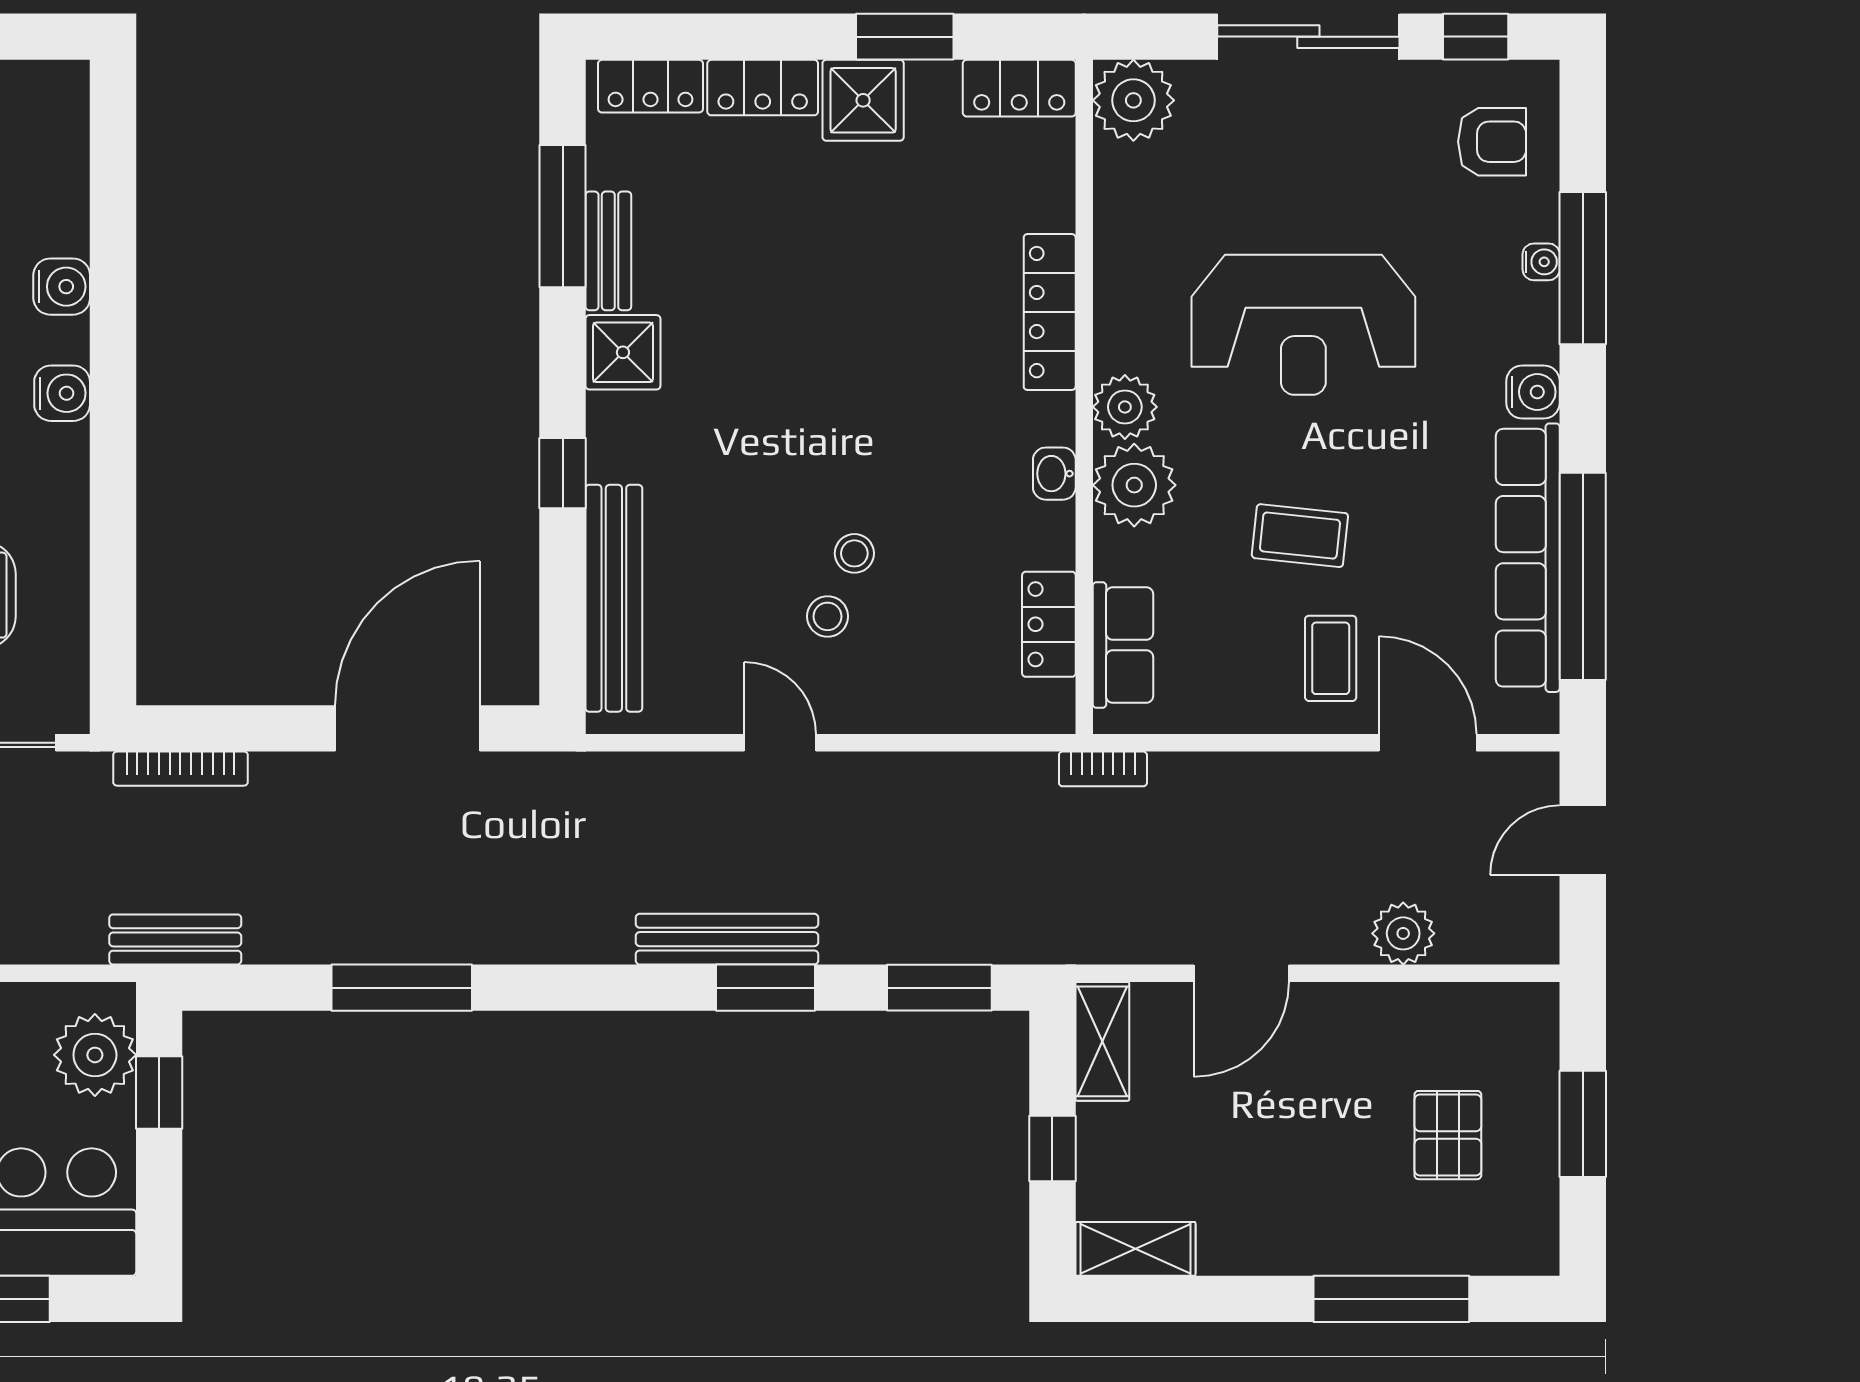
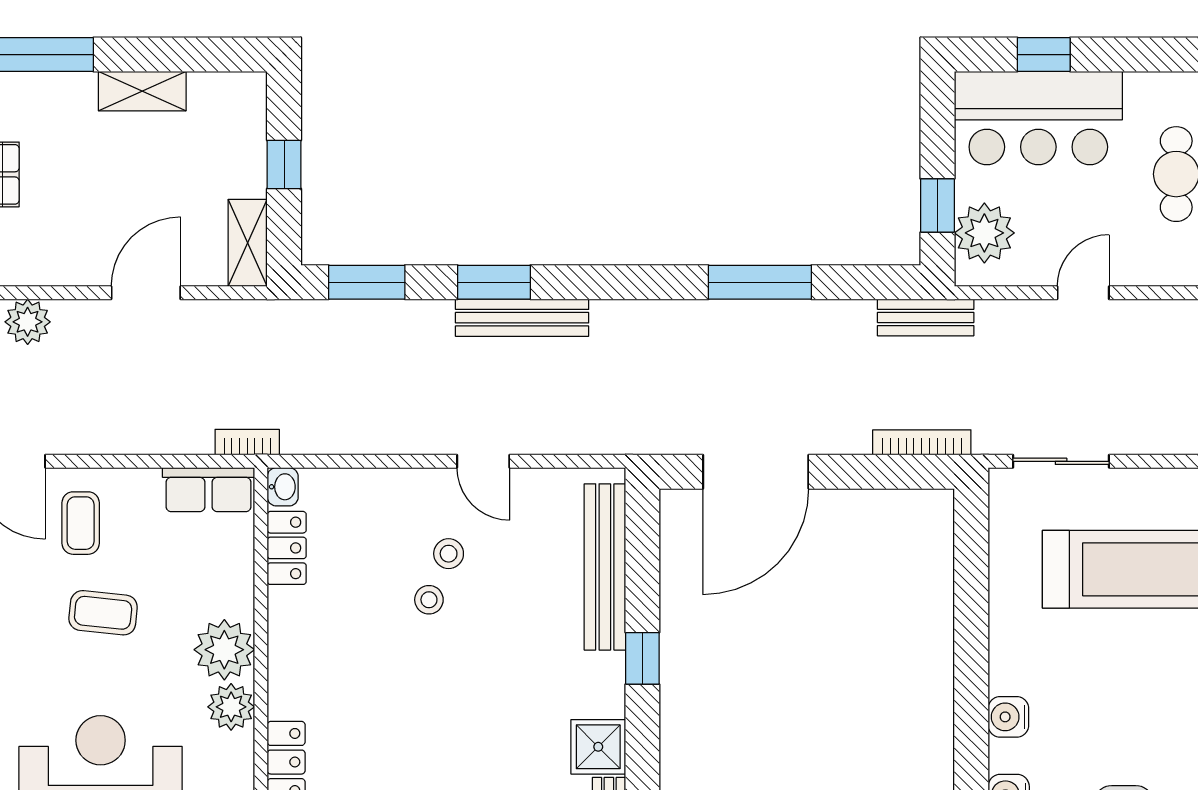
washbasin: (1054, 474) -> (283, 487), moved
row of seats: (1123, 645) -> (208, 490), moved, turned -90
shelving: (1135, 1249) -> (142, 91), moved

